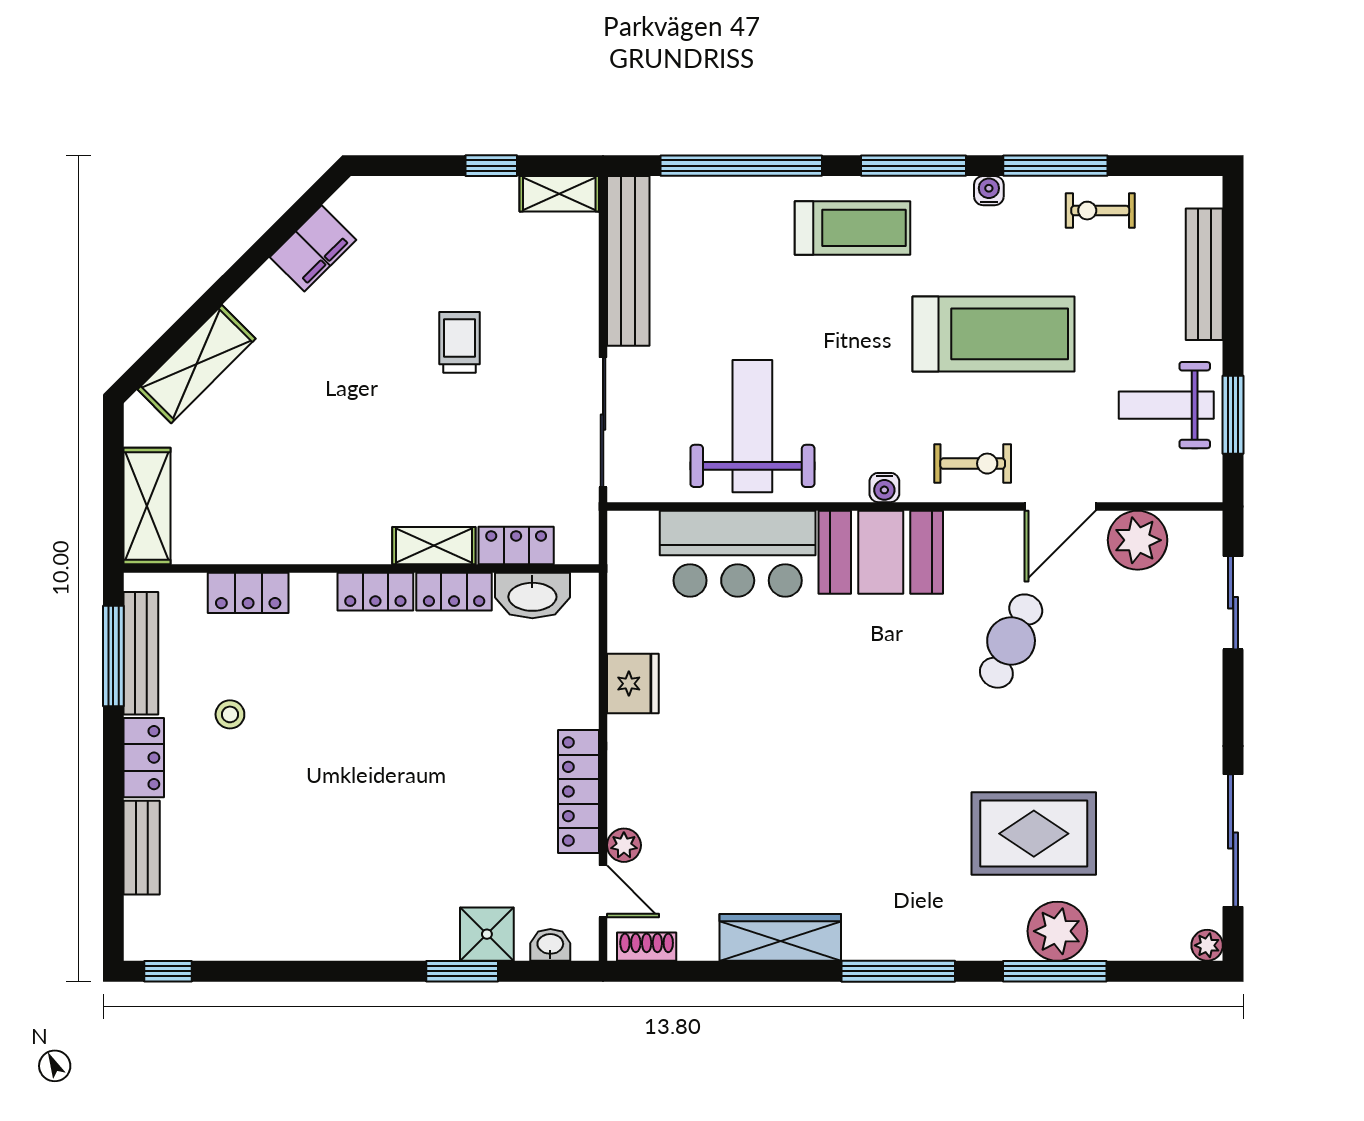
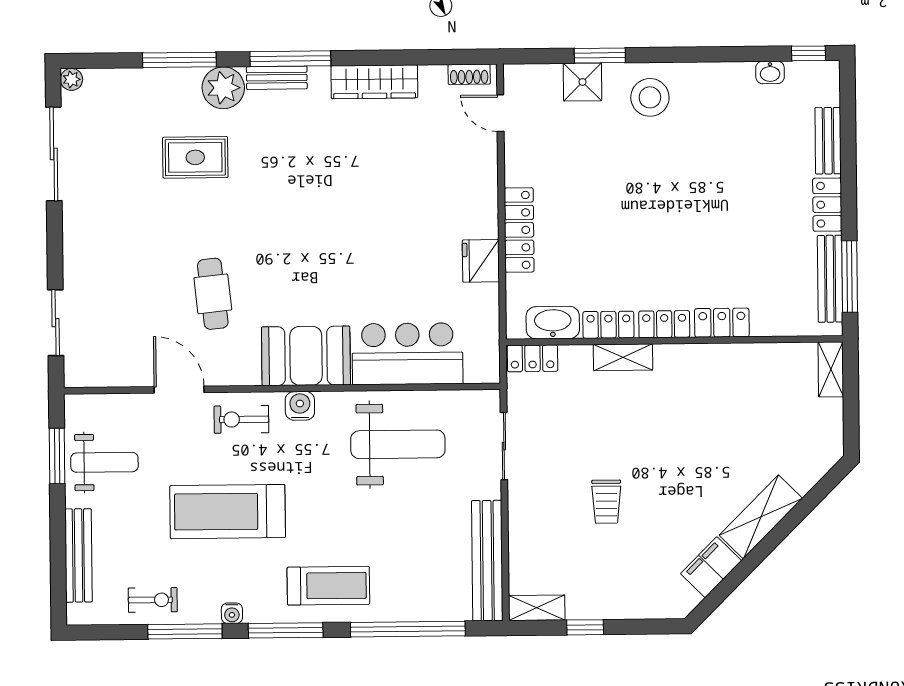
treadmill: (852, 228) -> (328, 586), turned 180
shelving: (196, 364) -> (761, 517), moved
sliding door: (603, 422) -> (504, 446), width x0.73
weight bench: (752, 426) -> (398, 444), turned -90
water cooler: (884, 488) -> (300, 406), width x1.38, depth x1.38
shelving: (147, 506) -> (831, 369), width x0.67, depth x0.75
door: (1060, 506) -> (179, 390), hinge flipped
plant: (1138, 540) -> (124, 366), removed
locker: (516, 545) -> (533, 358), moved
locker: (248, 593) -> (722, 323), moved
cafe table: (1011, 641) -> (213, 294), turned -31
stool: (230, 714) -> (650, 97), moved, width x1.89, depth x1.89
locker: (579, 792) -> (519, 230), moved
rug: (1034, 834) -> (195, 157), width x0.73, depth x0.70
plant: (624, 845) -> (486, 146), removed
plant: (1057, 931) -> (223, 88), moved
washbasin: (550, 945) -> (770, 72), moved
bench: (918, 945) -> (277, 78), added

